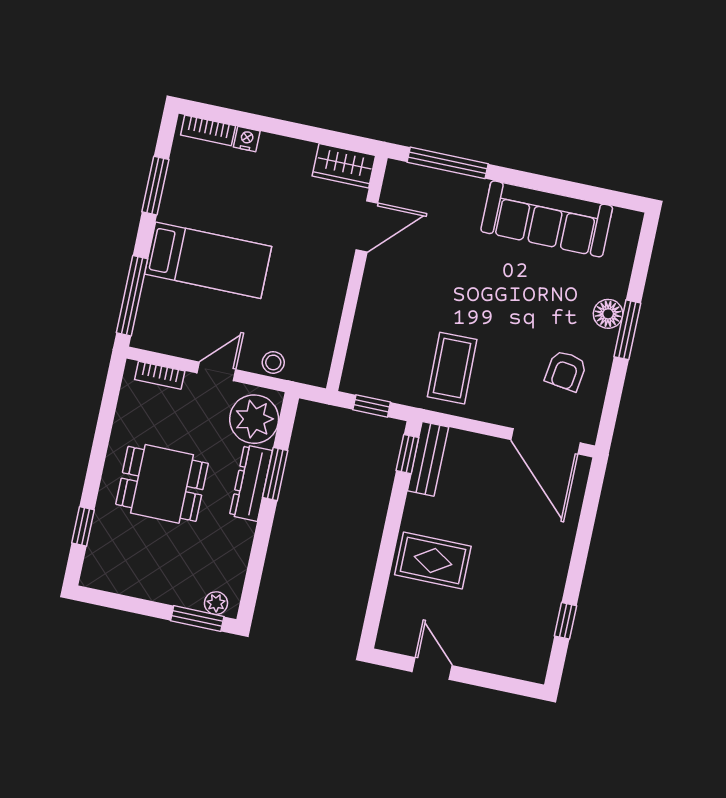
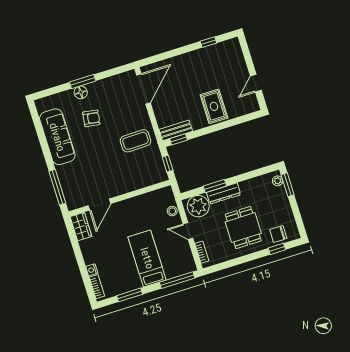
door: (367, 226) -> (99, 205), swing flipped
armchair: (566, 371) -> (91, 118), moved
chair: (111, 546) -> (278, 234), added

